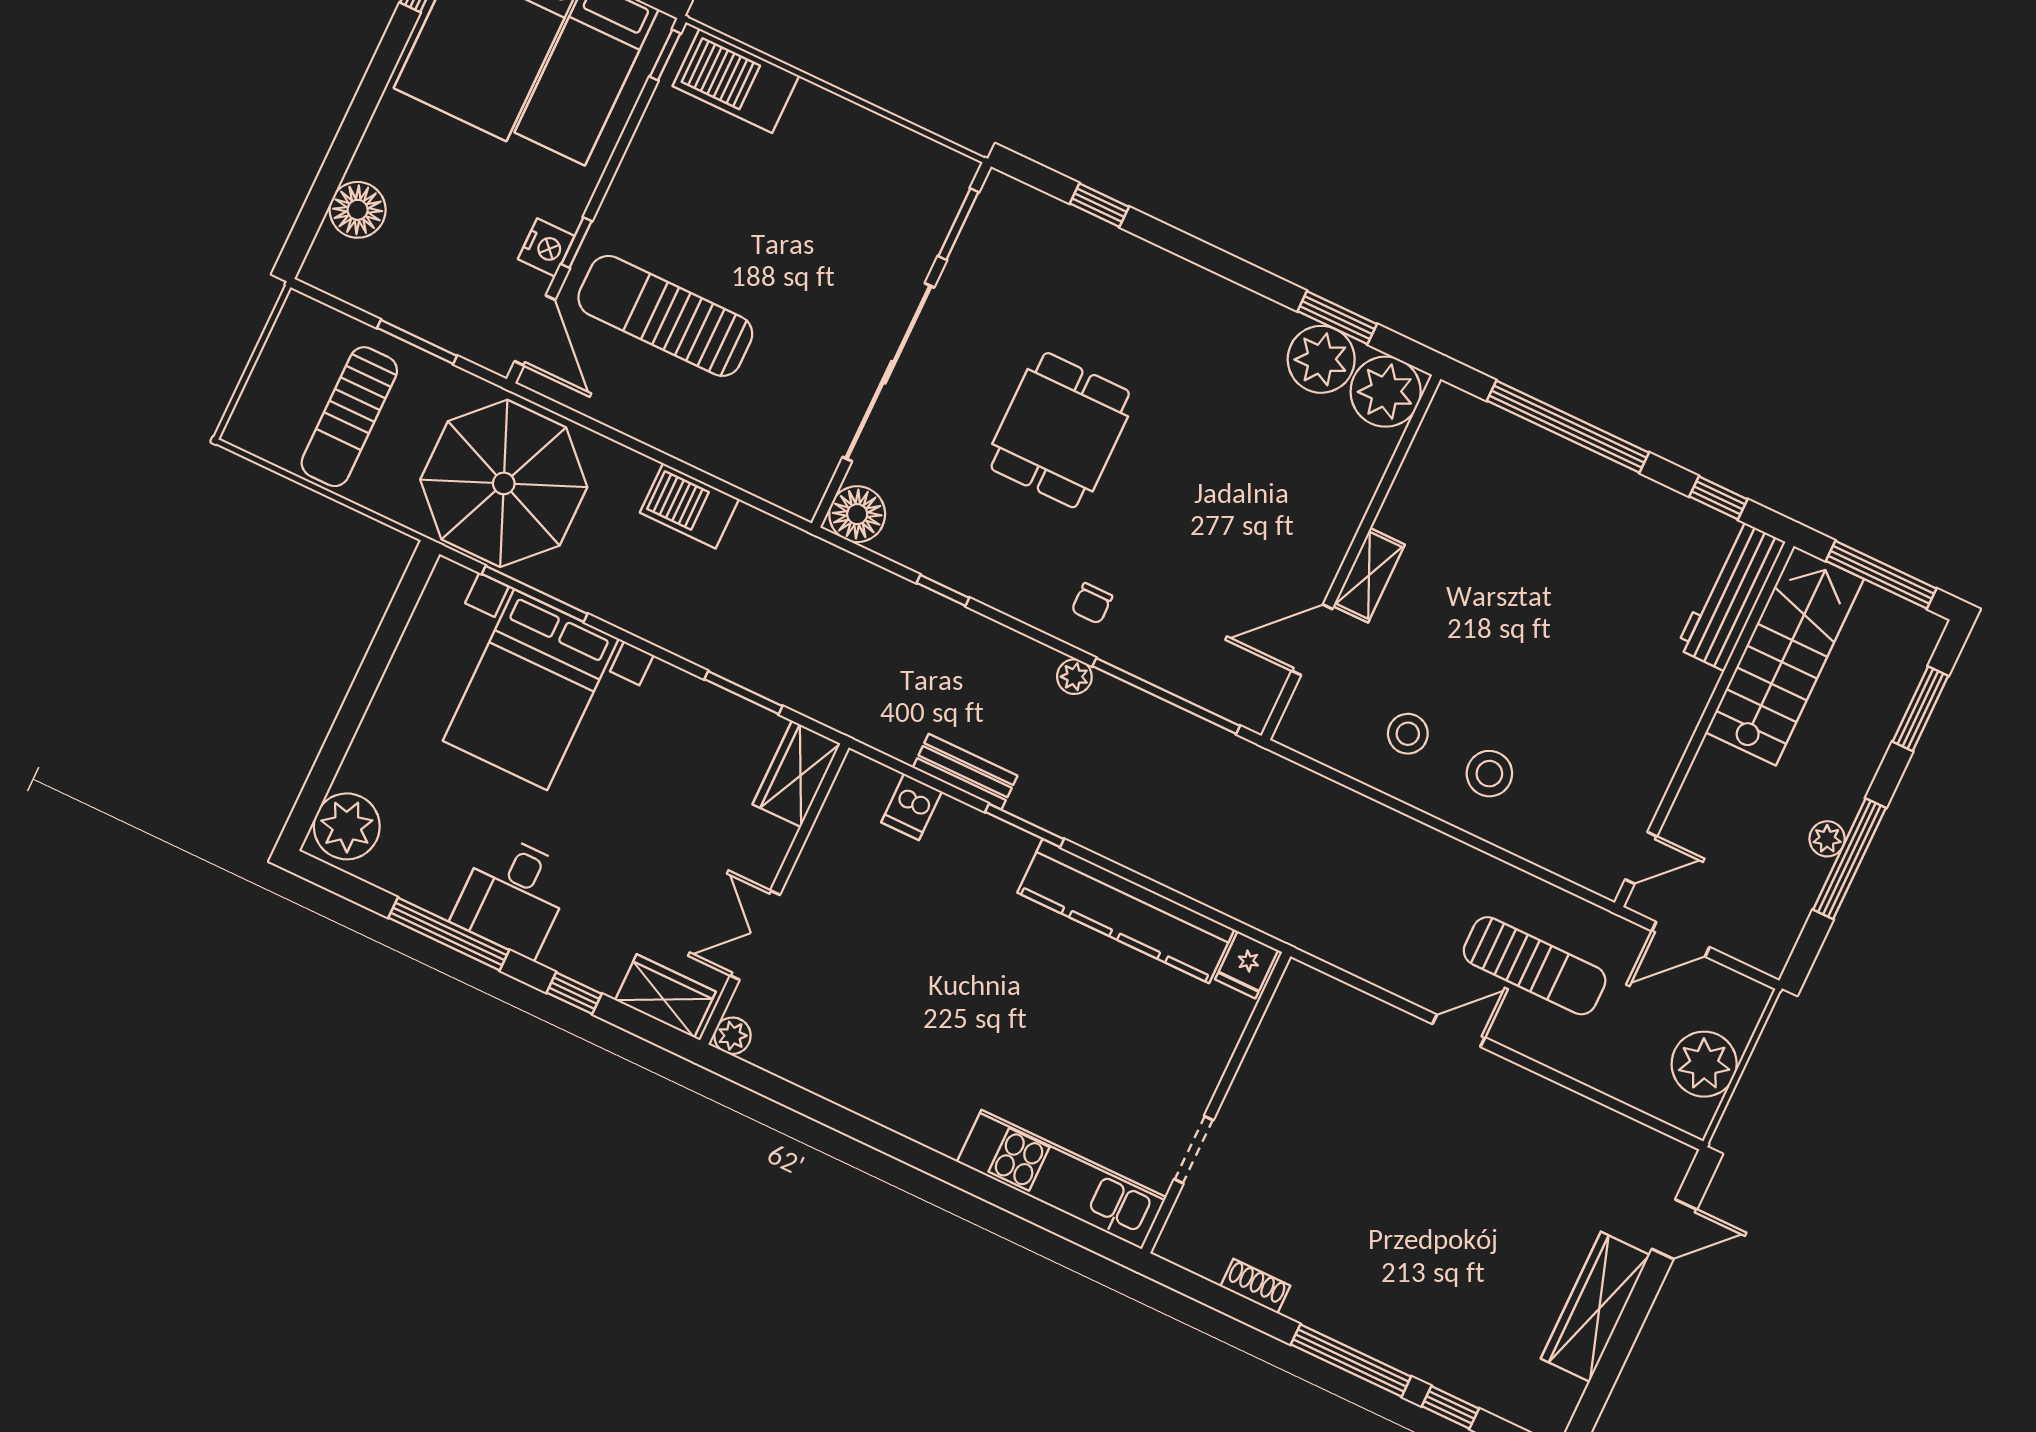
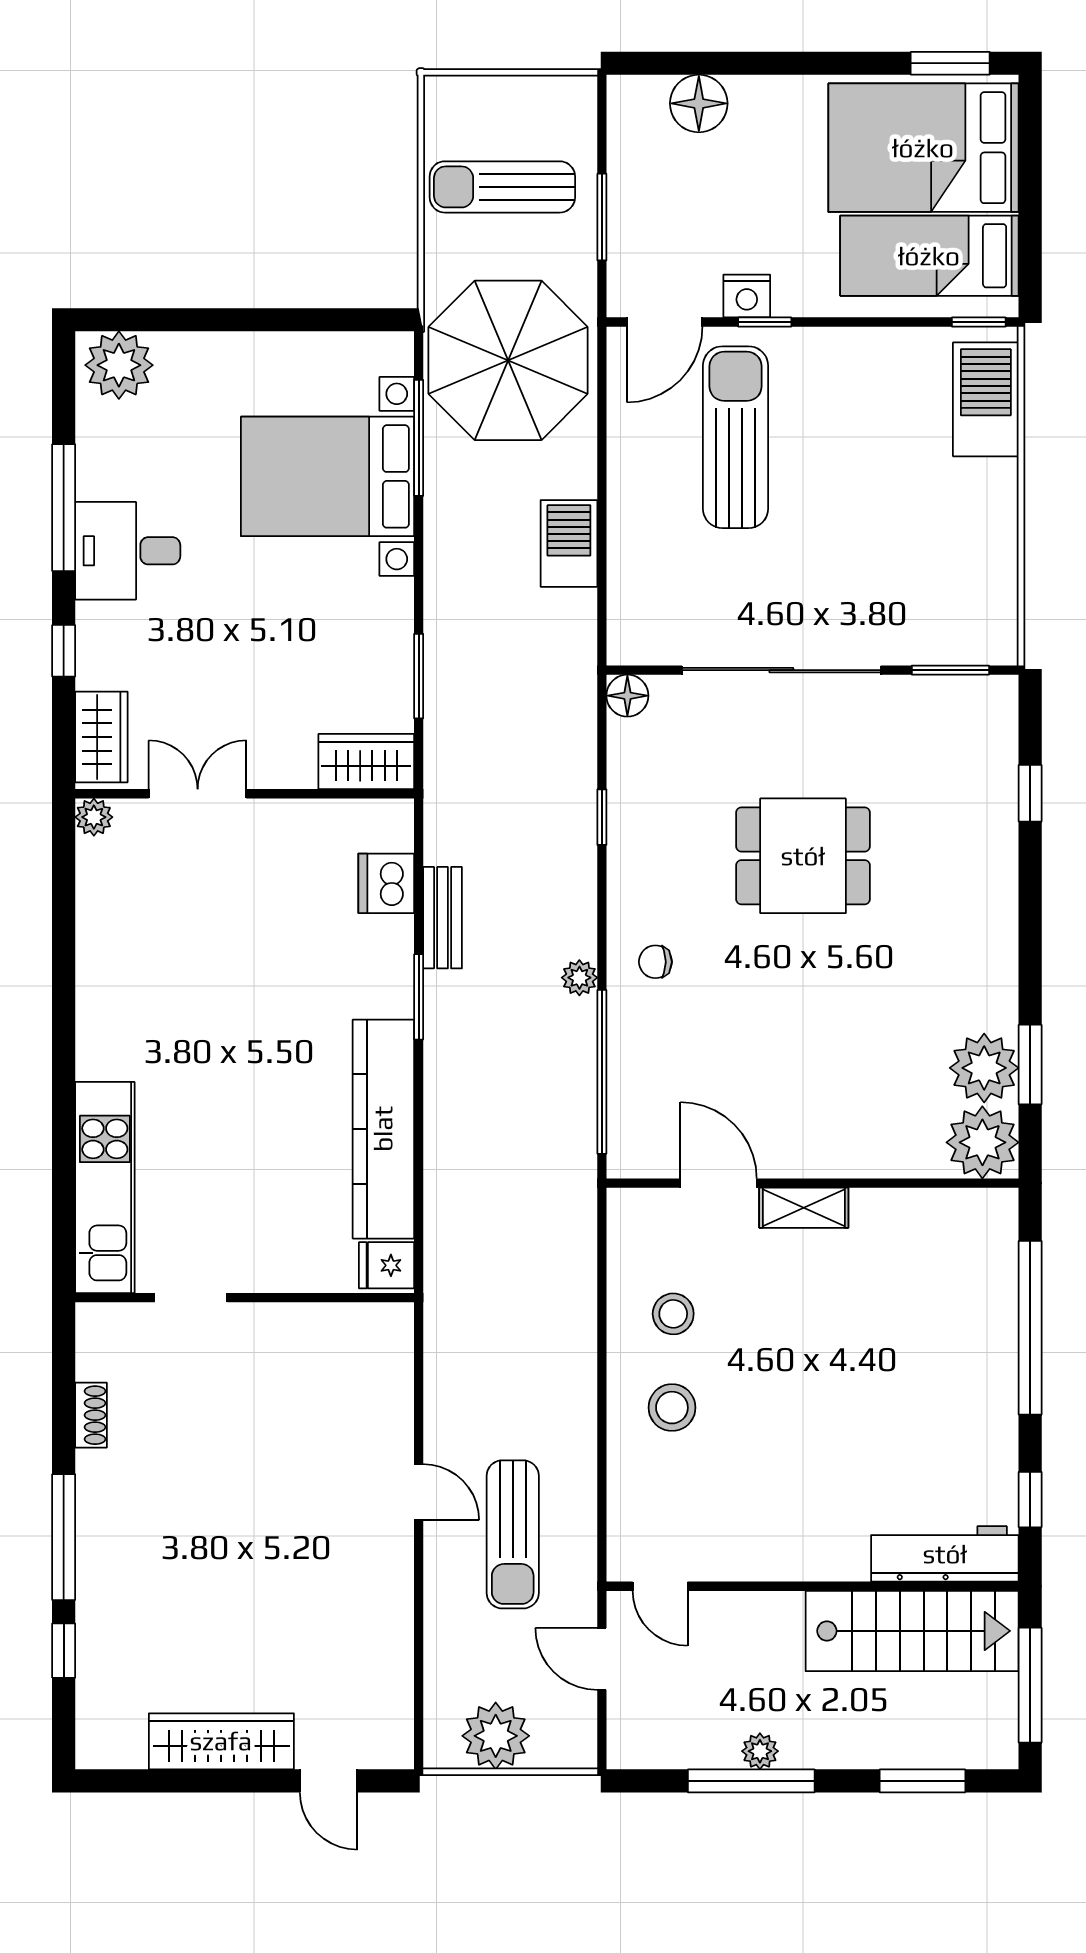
floor lamp: (857, 514) -> (627, 696), width x0.73, depth x0.73
dishwasher: (912, 807) -> (386, 883), width x1.38

